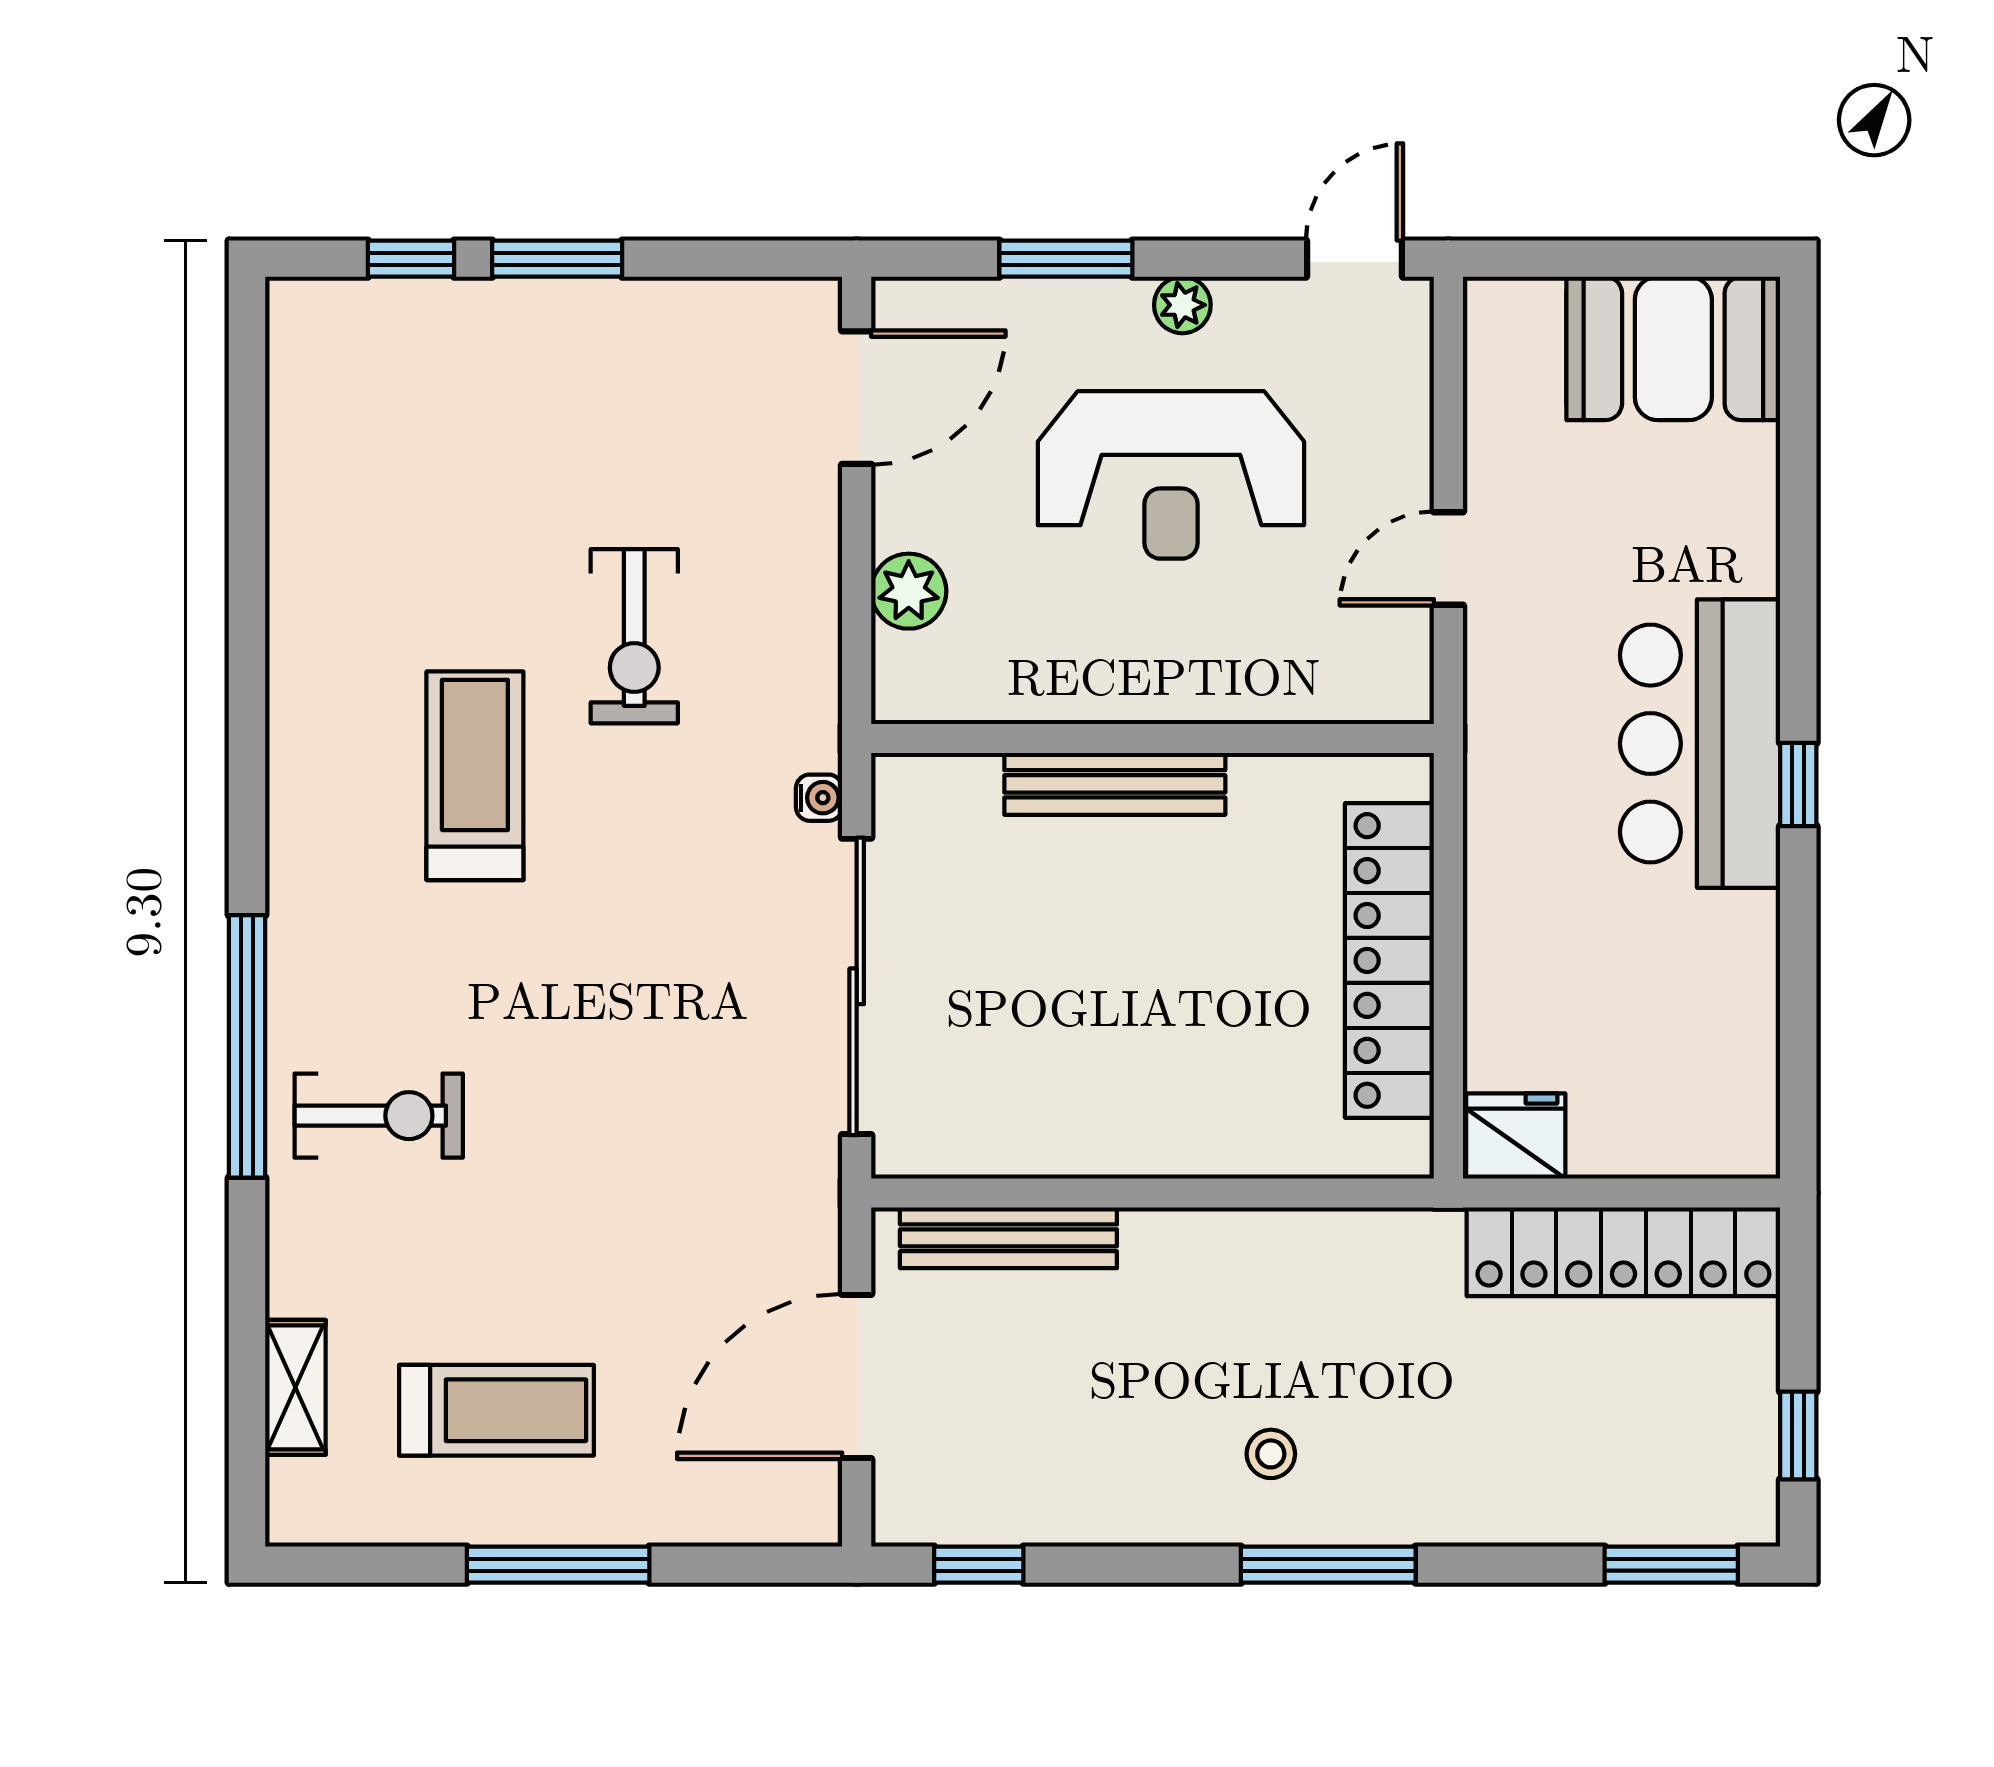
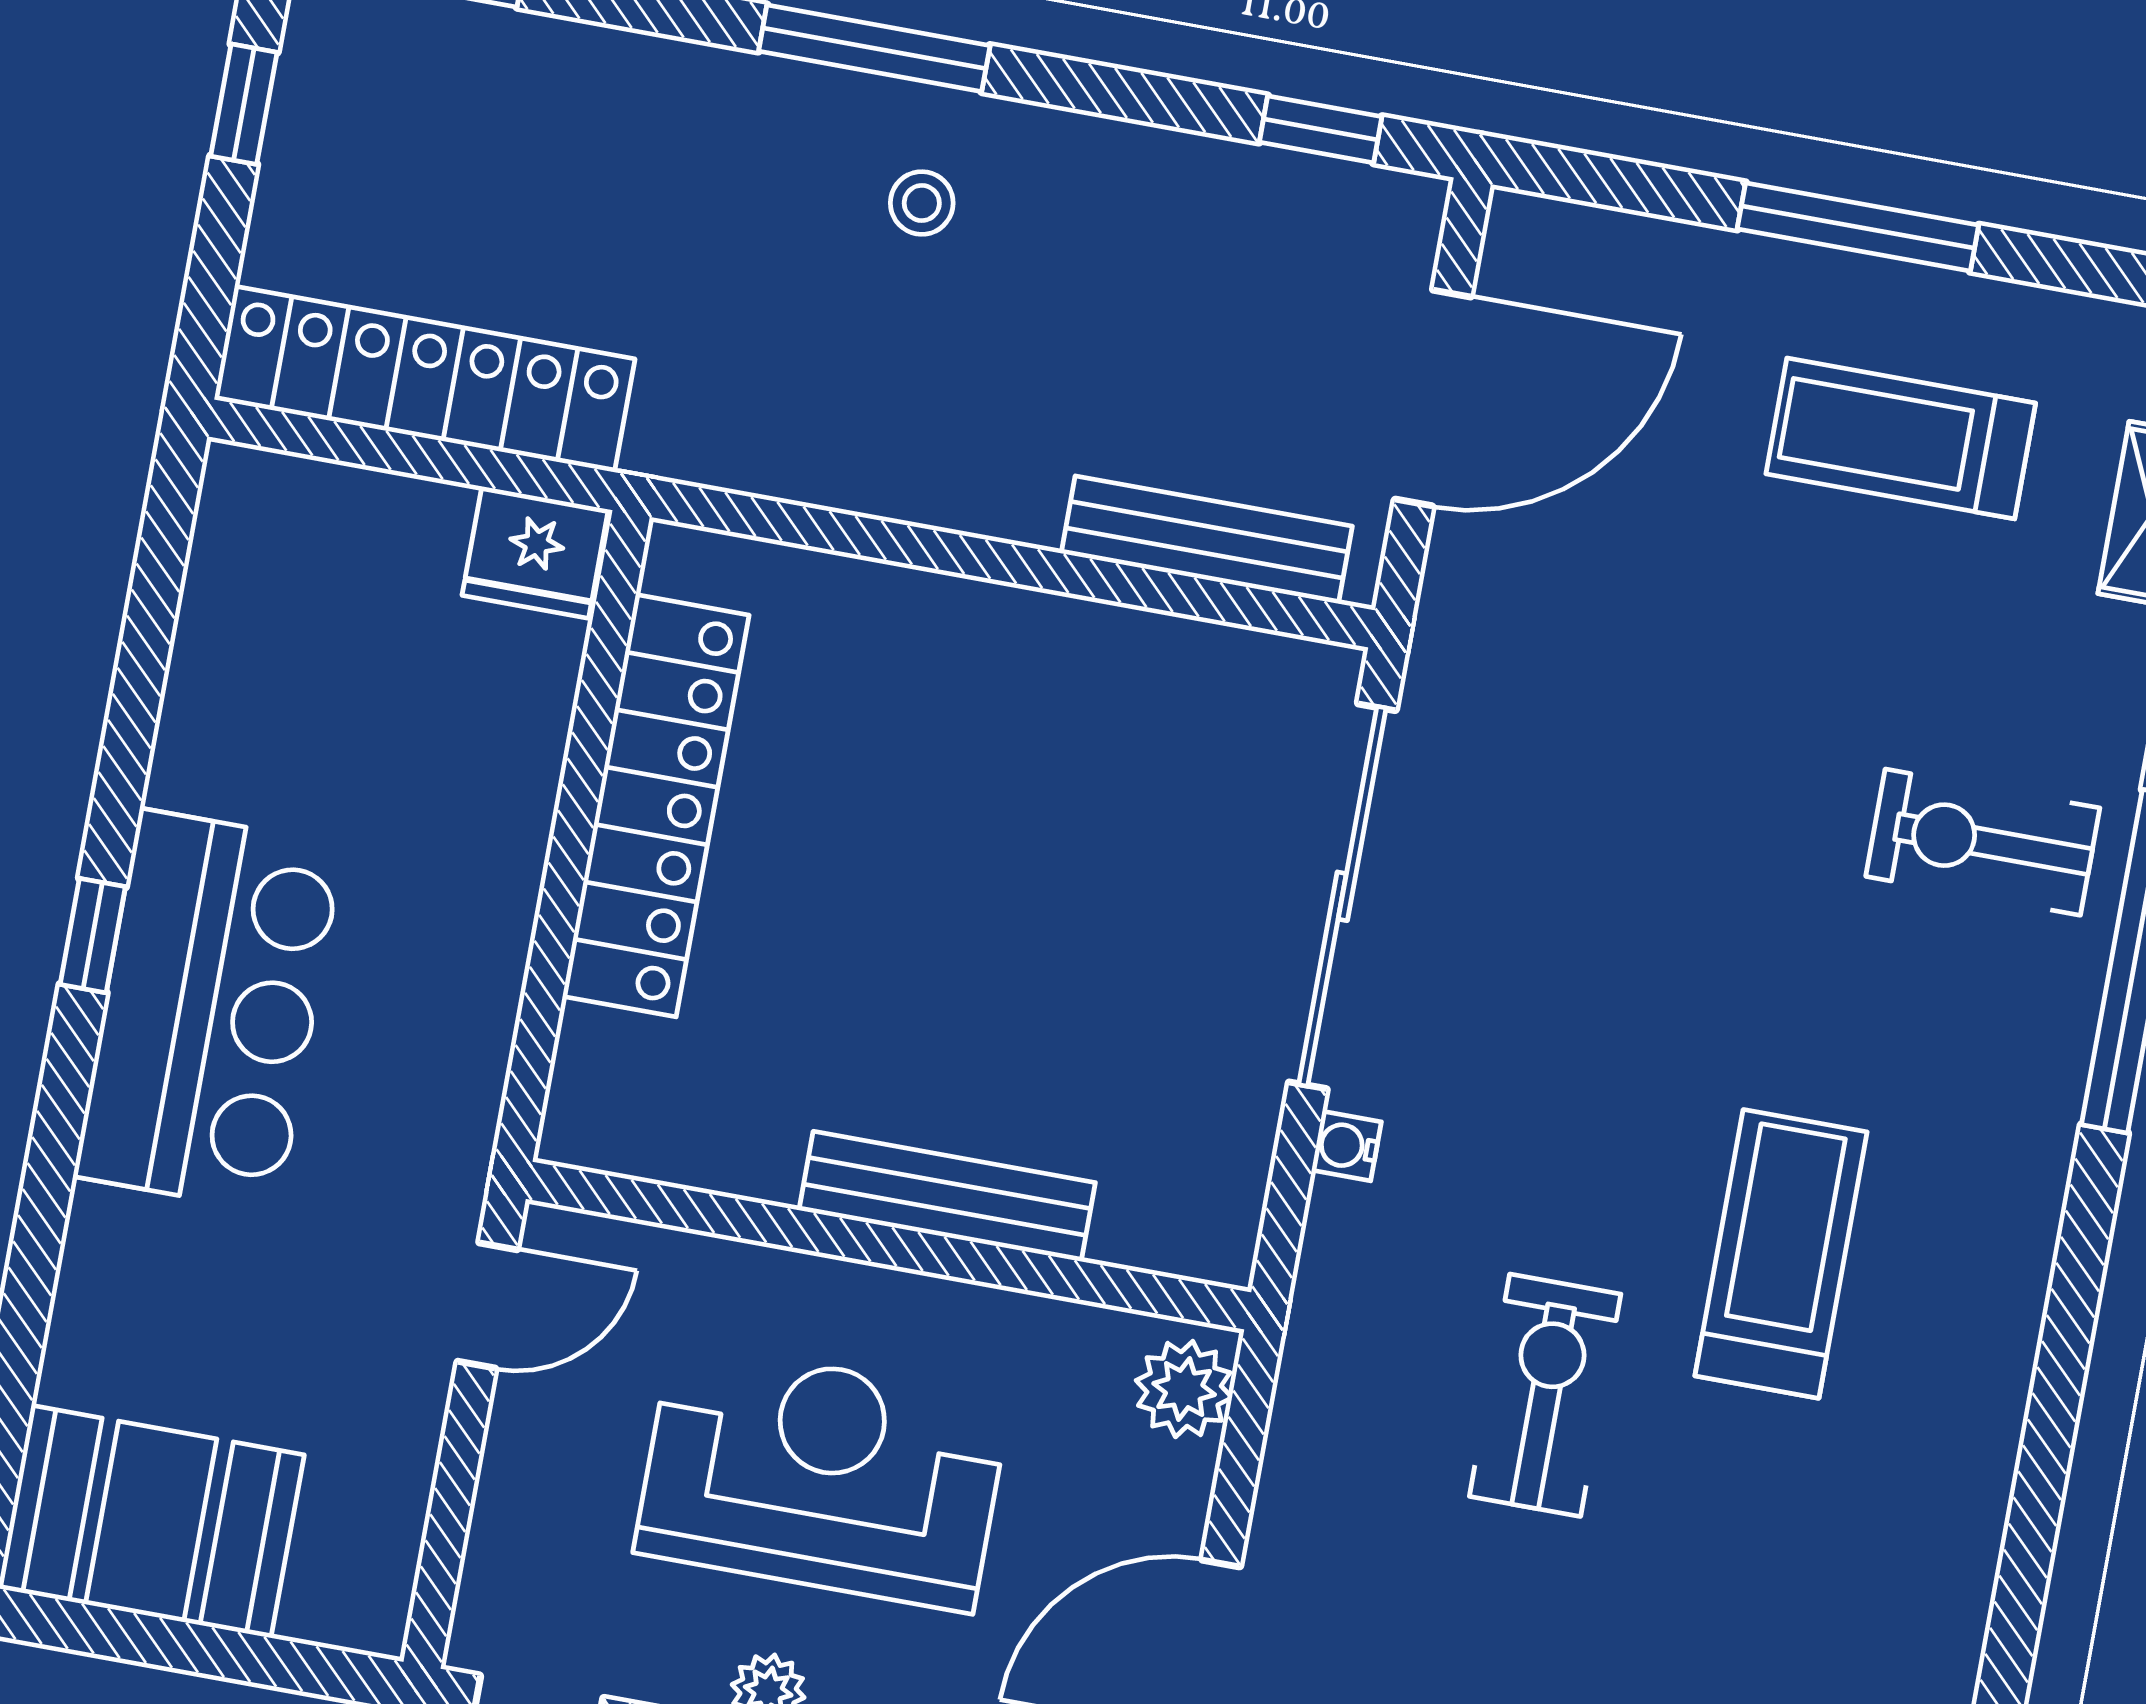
wall: (1152, 738) -> (888, 1246), moved
treadmill: (475, 776) -> (1781, 1254), turned 180
bench: (1115, 784) -> (947, 1196), moved

